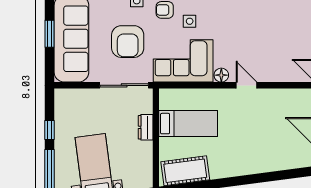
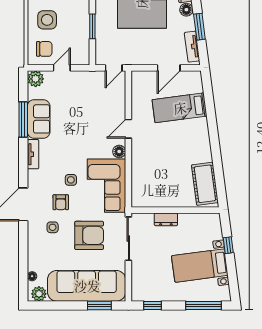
window: (50, 34) -> (99, 305), moved
bed: (188, 124) -> (180, 108), moved, turned -98
window: (50, 130) -> (152, 305), moved

